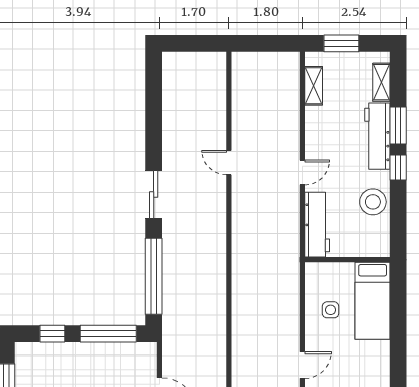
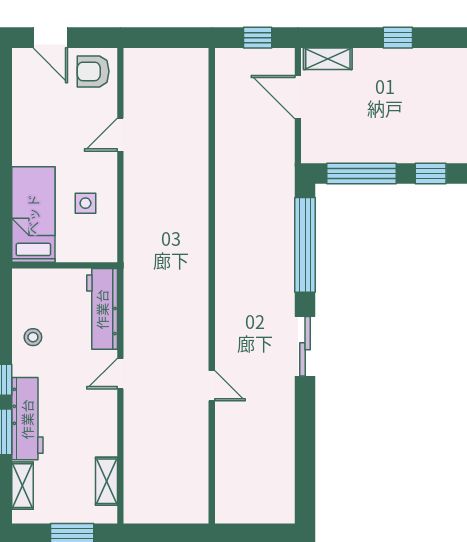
stool: (373, 202) -> (33, 337), width x0.53, depth x0.53

